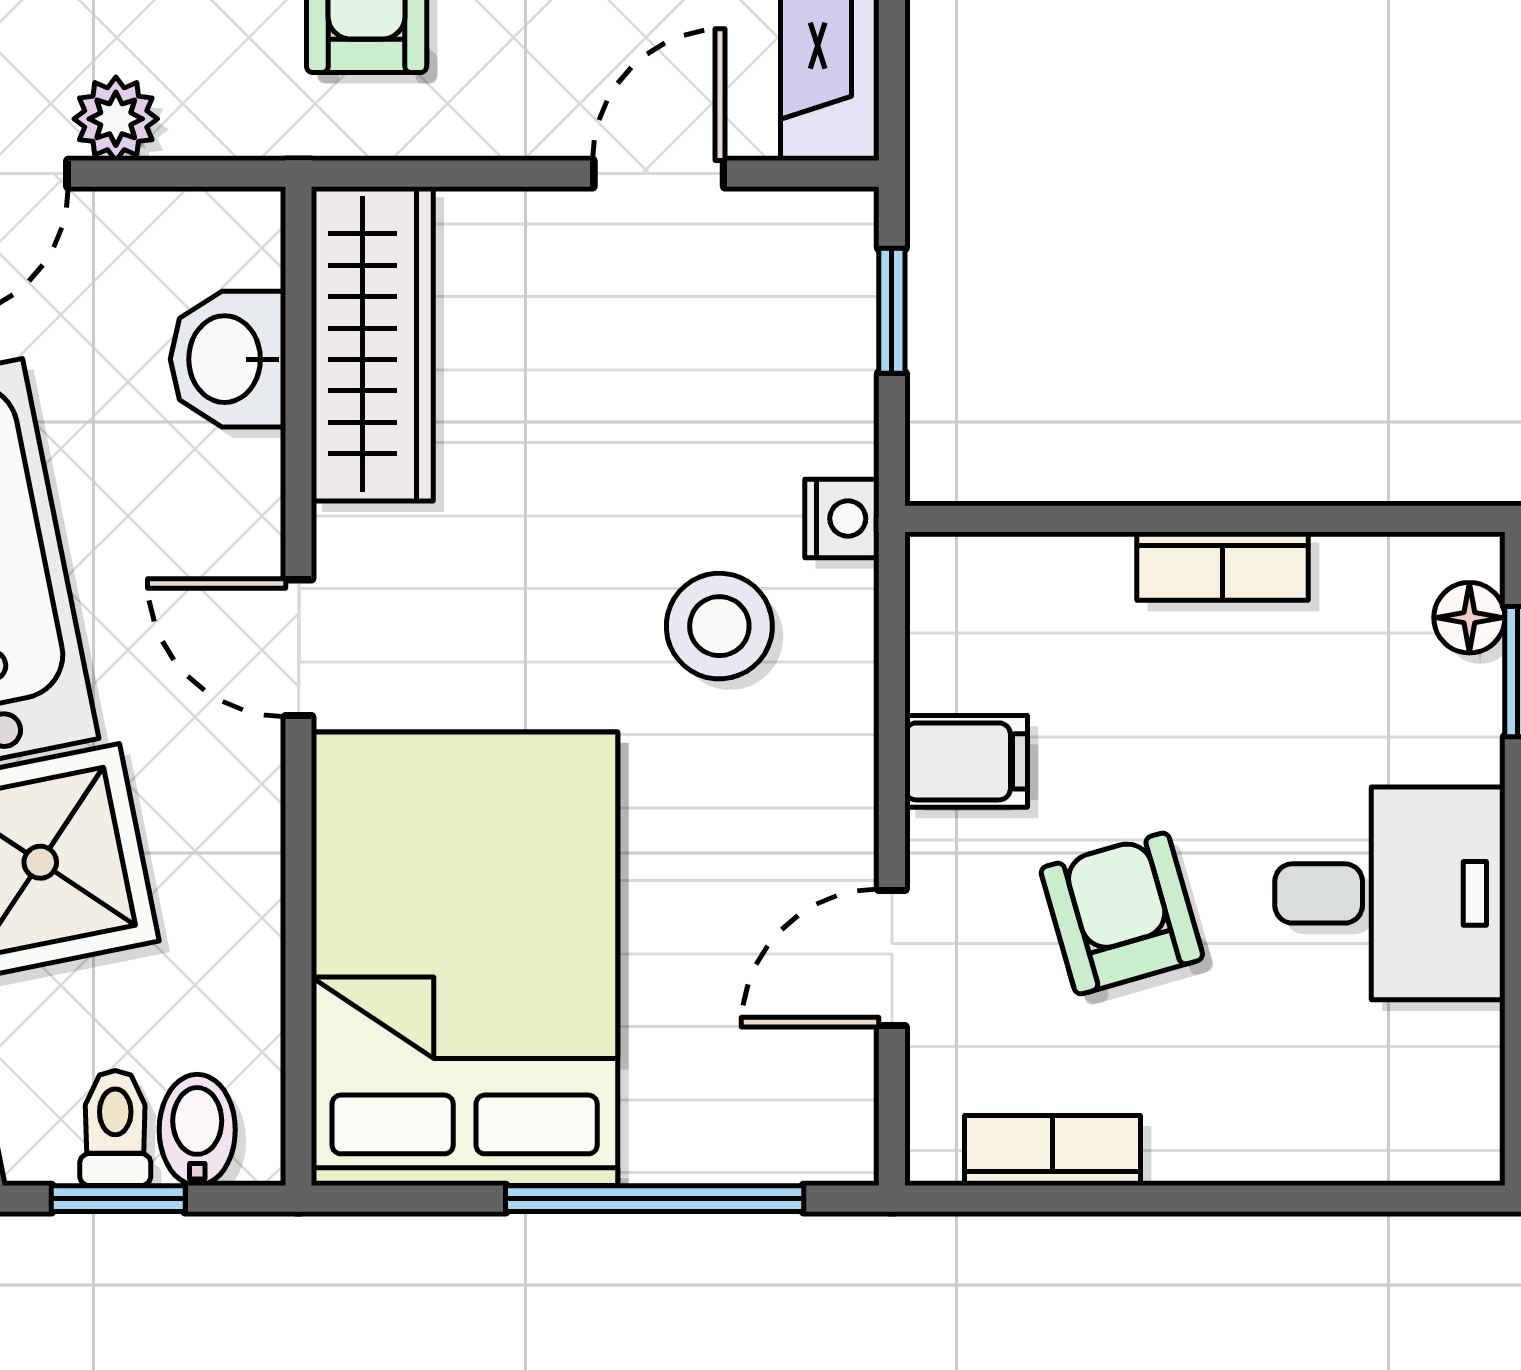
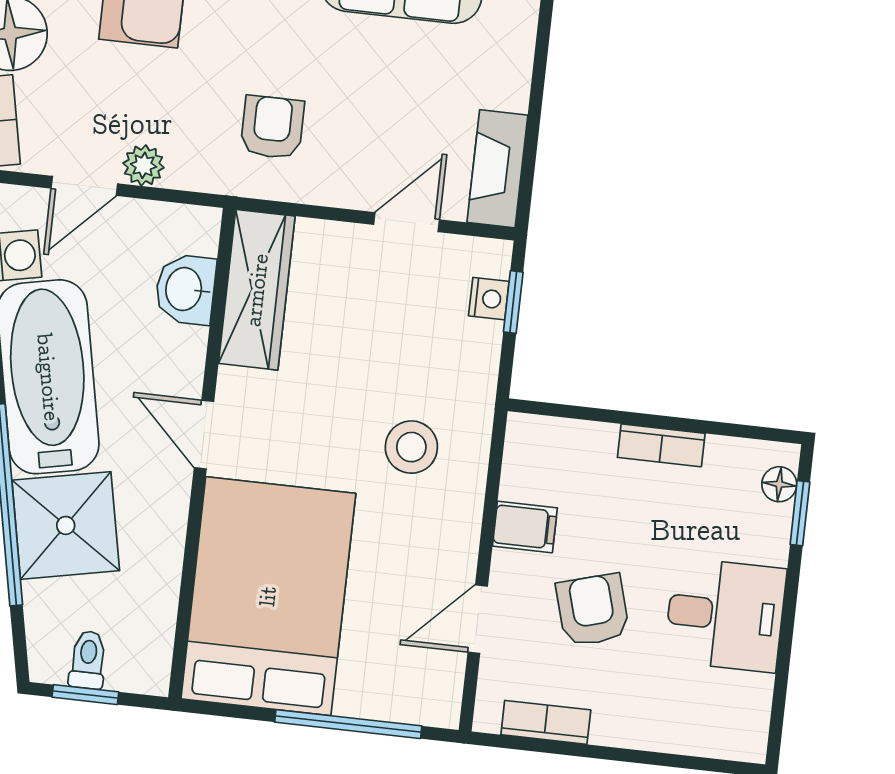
nightstand: (842, 518) -> (489, 299), moved
bidet: (197, 1130) -> (128, 665), removed

